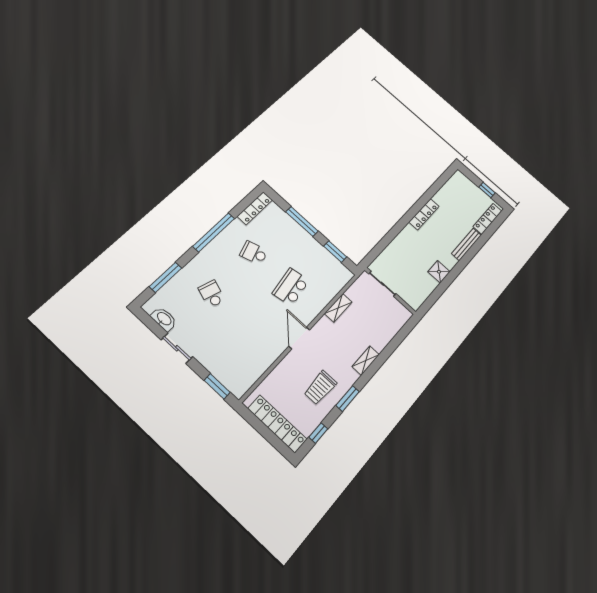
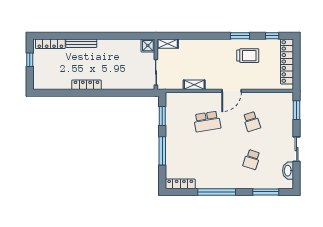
school desk: (254, 253) -> (252, 121), moved
shower: (439, 272) -> (148, 46), moved
shelving: (366, 361) -> (168, 44), moved

